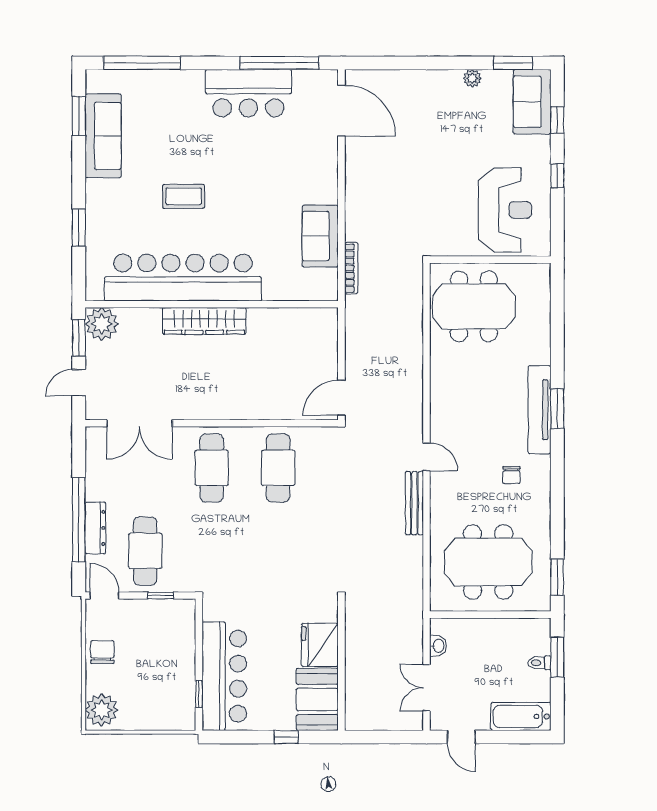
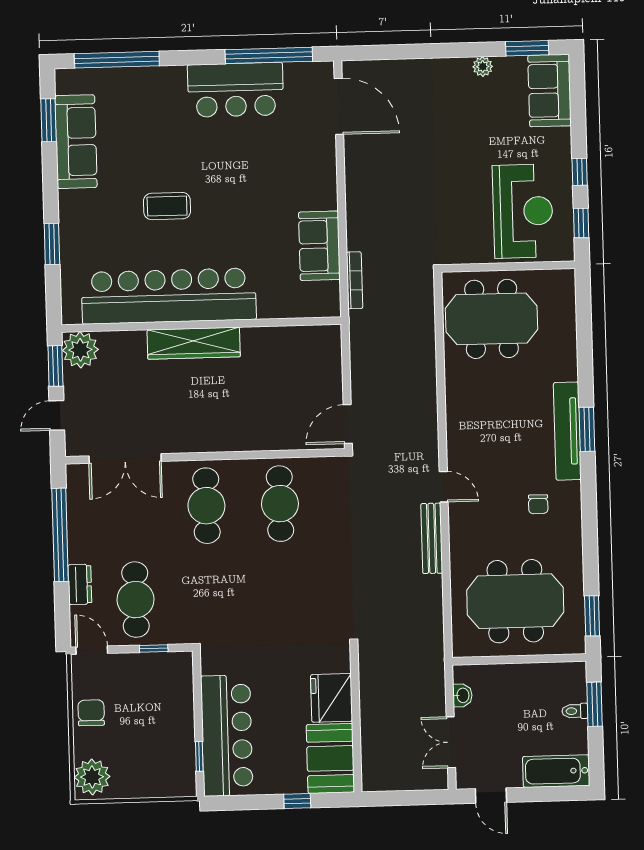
window: (557, 120) -> (581, 223), moved
window: (79, 520) -> (60, 535), moved
dresser: (95, 528) -> (80, 584), width x0.70

